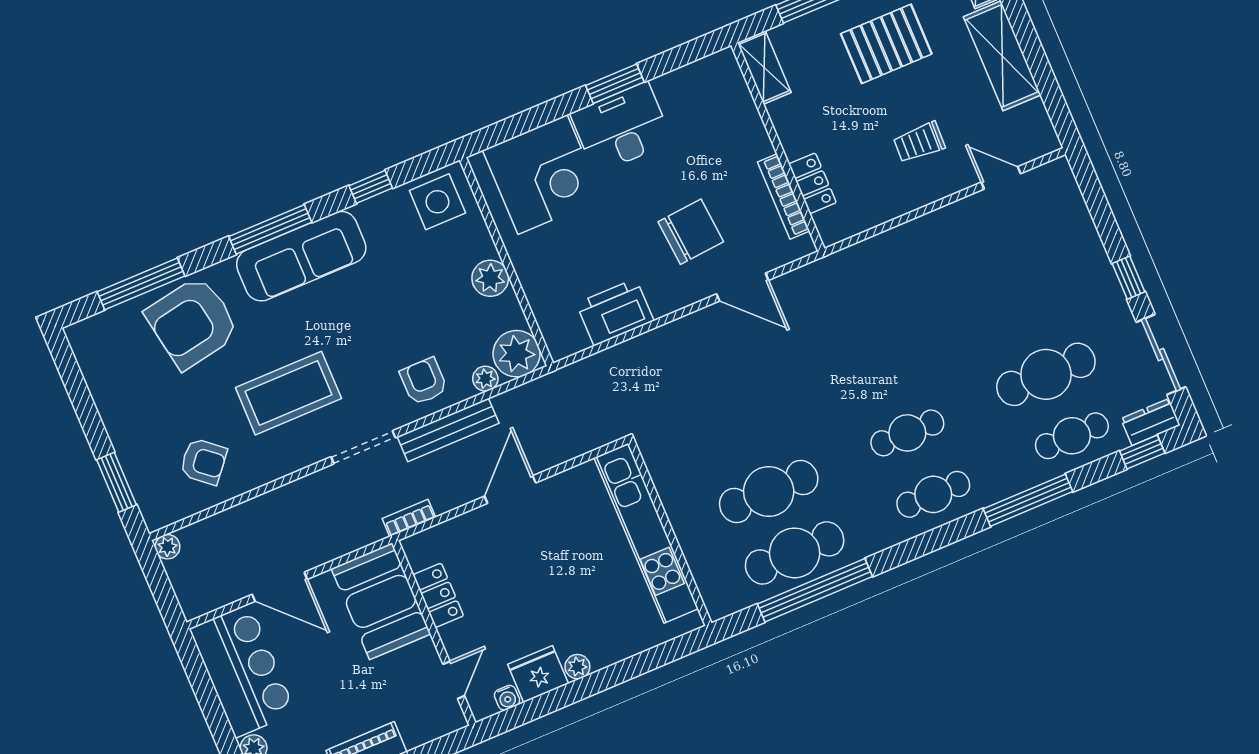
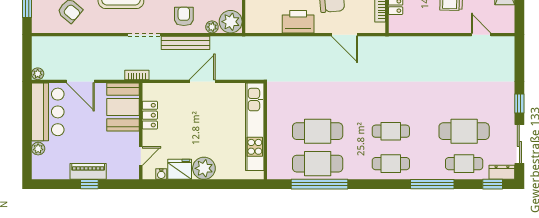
printer: (615, 312) -> (298, 22), moved
bookcase: (409, 518) -> (137, 75), moved
plant: (167, 547) -> (38, 74), moved
plant: (577, 667) -> (204, 168), width x1.88, depth x1.88

